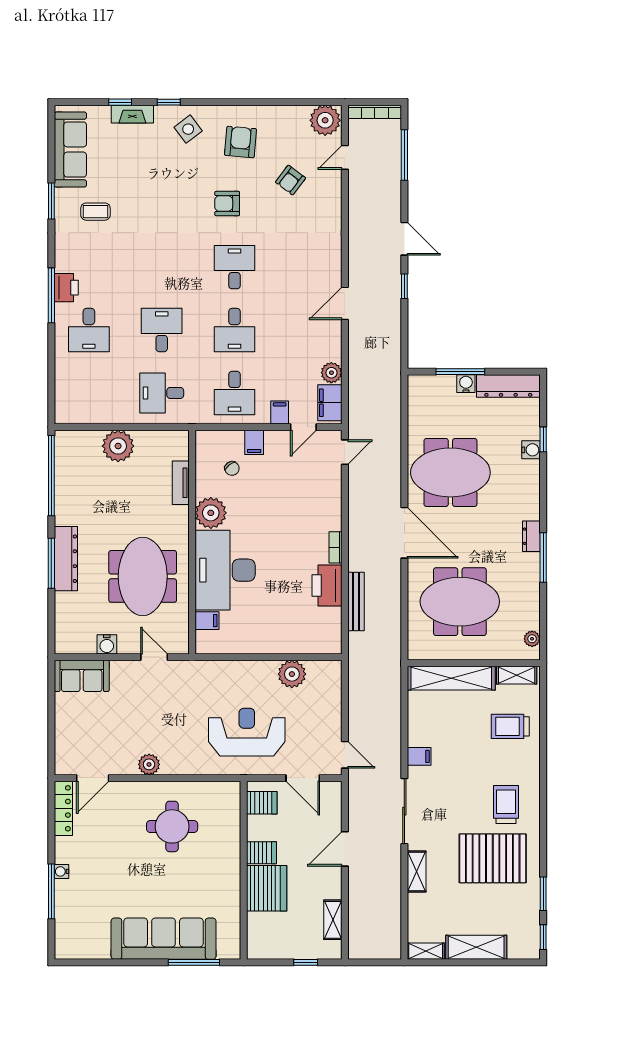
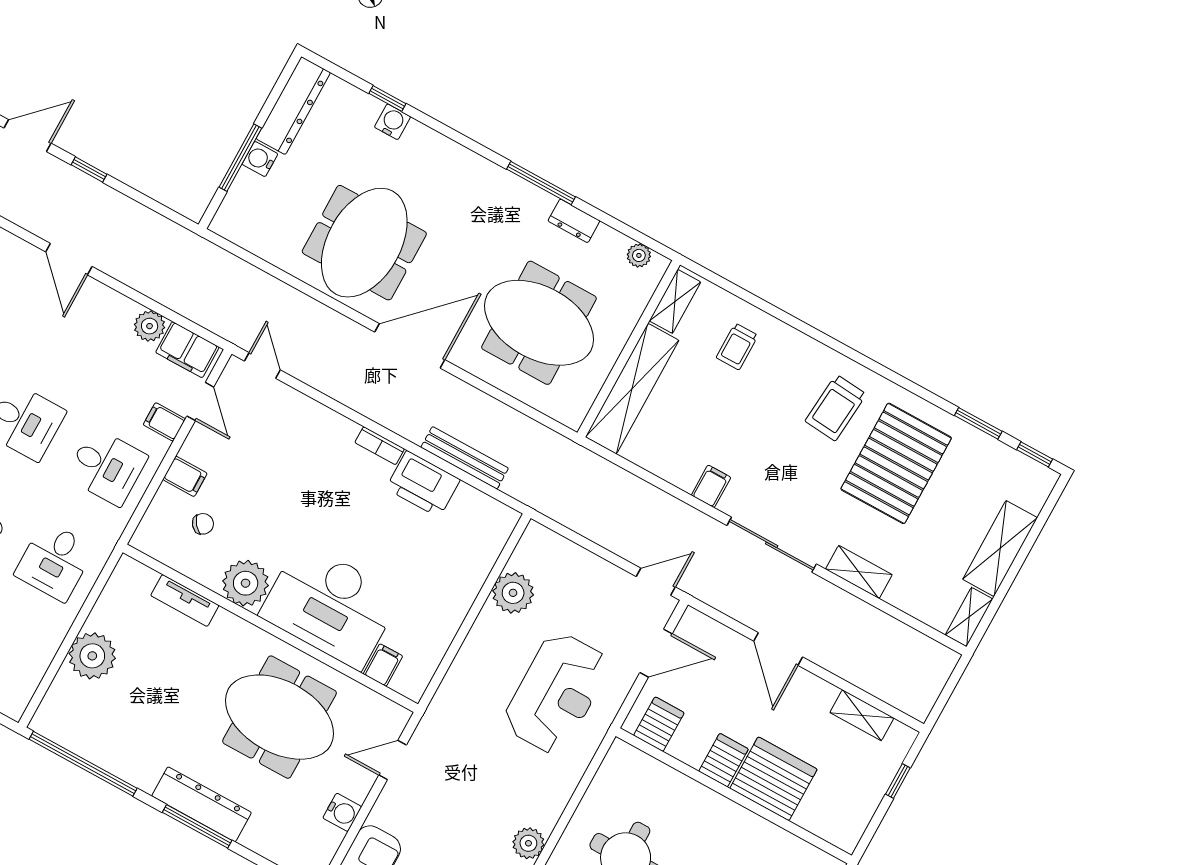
dresser: (531, 536) -> (574, 221), moved
meeting table: (460, 602) -> (539, 323), turned 90
trolley: (510, 726) -> (737, 346), width x0.73, depth x0.72
reception desk: (247, 732) -> (556, 693), turned 180
trolley: (506, 804) -> (836, 408), turned -85

